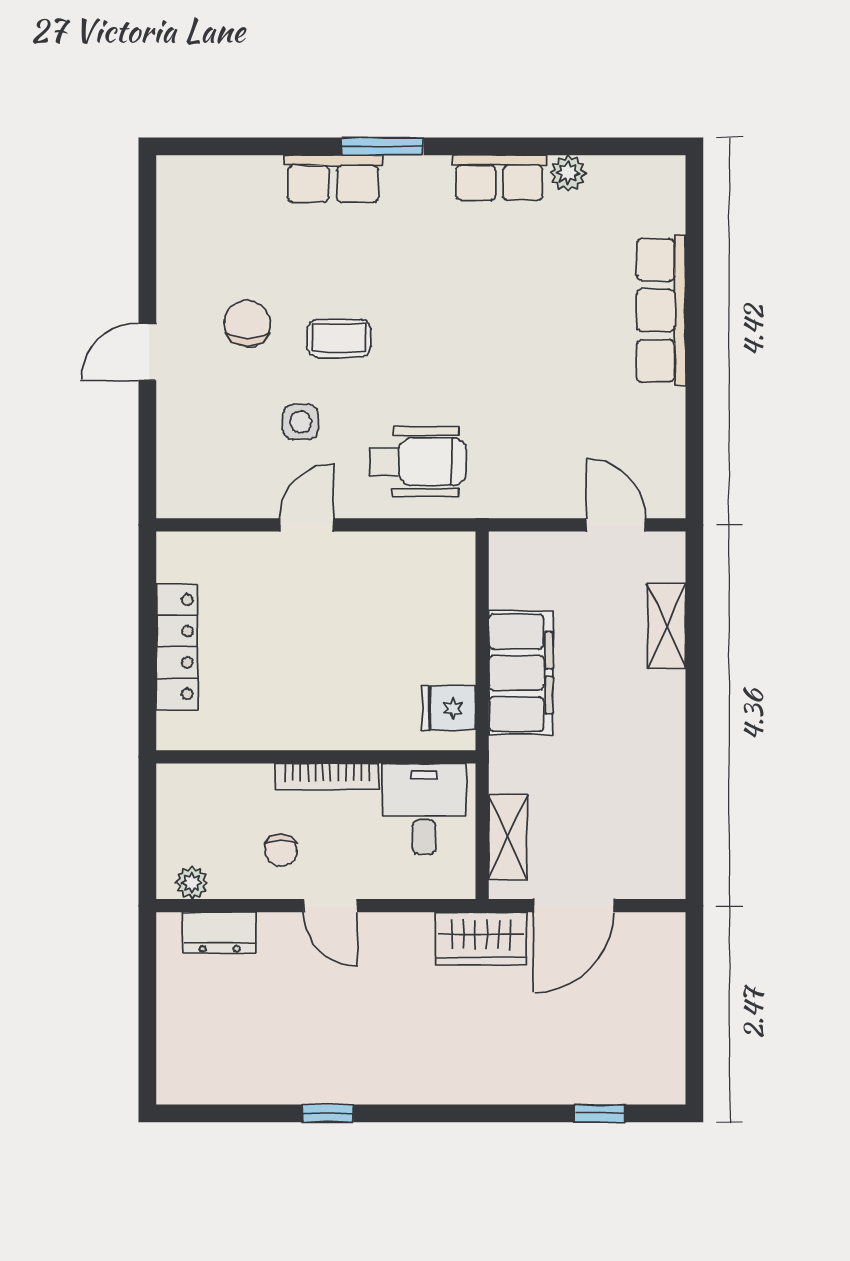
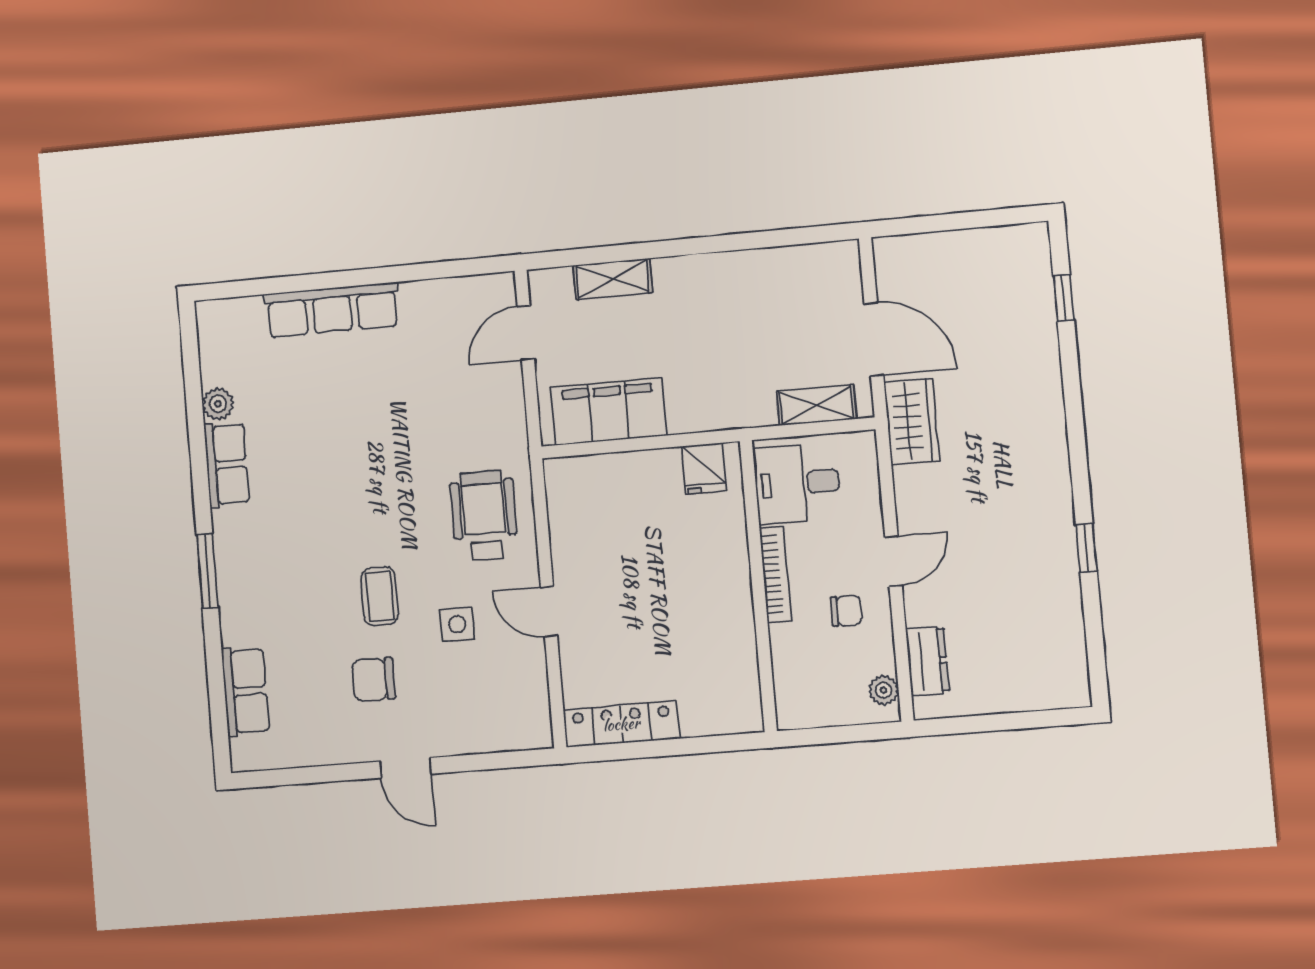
row of seats: (333, 179) -> (245, 691), moved
locker: (177, 647) -> (621, 724), moved
filing cabinet: (521, 673) -> (608, 411), moved

